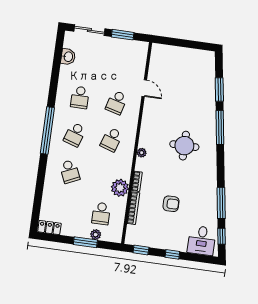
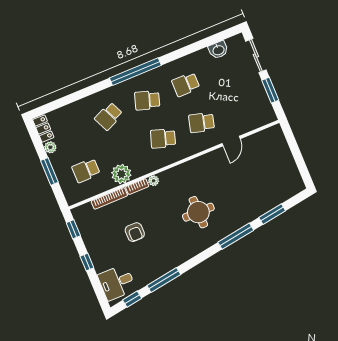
plant: (142, 153) -> (154, 181), moved
plant: (96, 235) -> (50, 147), moved

